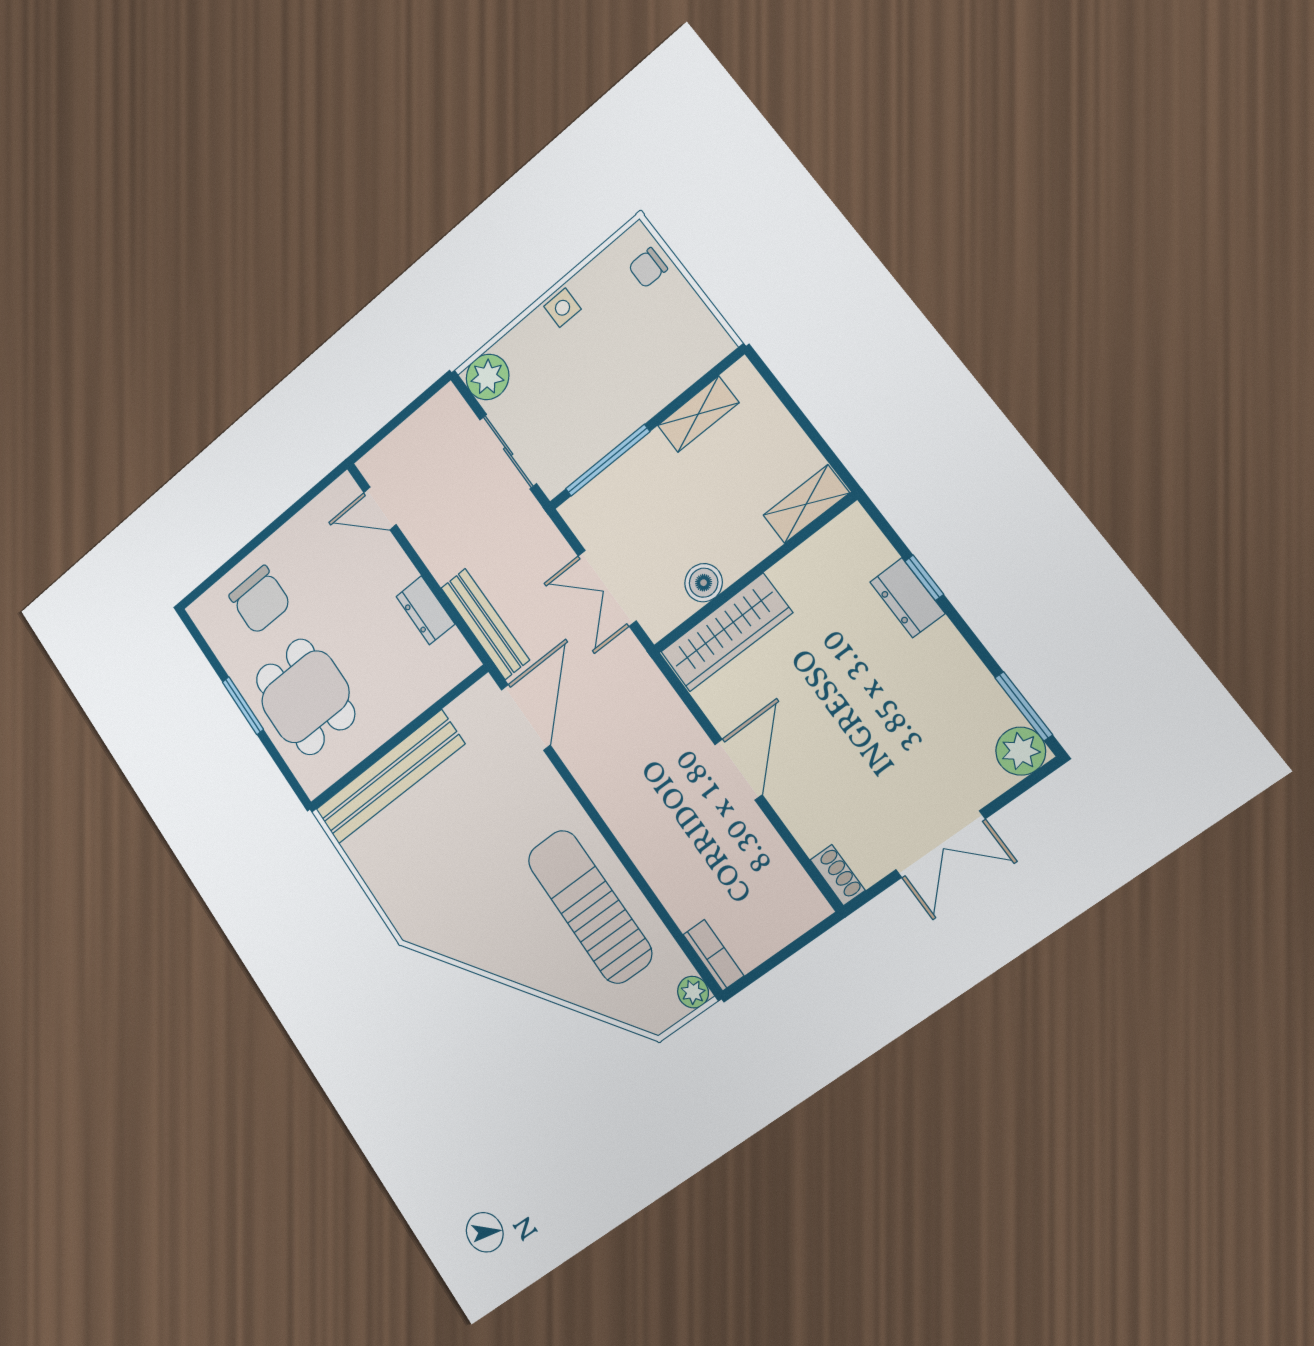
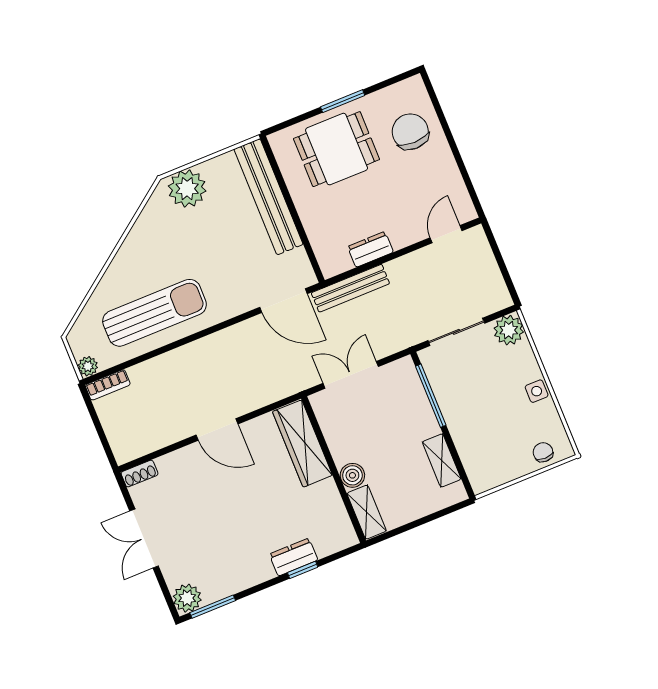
boiler: (704, 583) -> (352, 475), moved
chair: (260, 600) -> (410, 132), turned 90
plant: (406, 898) -> (187, 189), added

